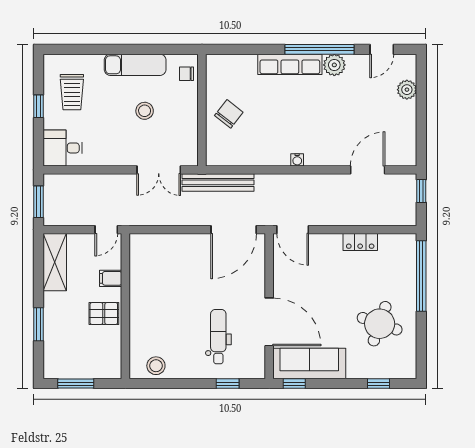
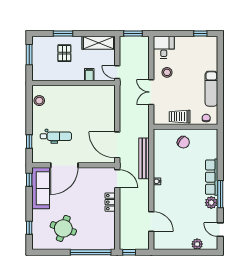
window: (320, 49) -> (220, 194), width x0.68
trolley: (72, 92) -> (180, 117), moved
window: (39, 106) -> (200, 33), moved
stool: (145, 111) -> (167, 72), moved
double door: (159, 170) -> (151, 92), moved
bench: (218, 182) -> (144, 158), moved
window: (421, 191) -> (129, 252), moved
door: (293, 230) -> (117, 179), swing flipped
locker: (360, 242) -> (110, 202), moved
pallet: (104, 314) -> (64, 53), moved

